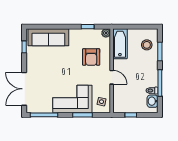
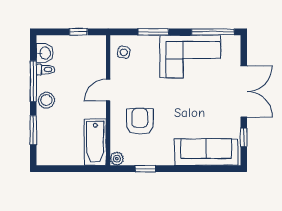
stool: (147, 45) -> (46, 100), moved
door: (112, 77) -> (108, 90), hinge flipped
double door: (24, 89) -> (244, 91), moved
corner sofa: (72, 99) -> (190, 57), moved

